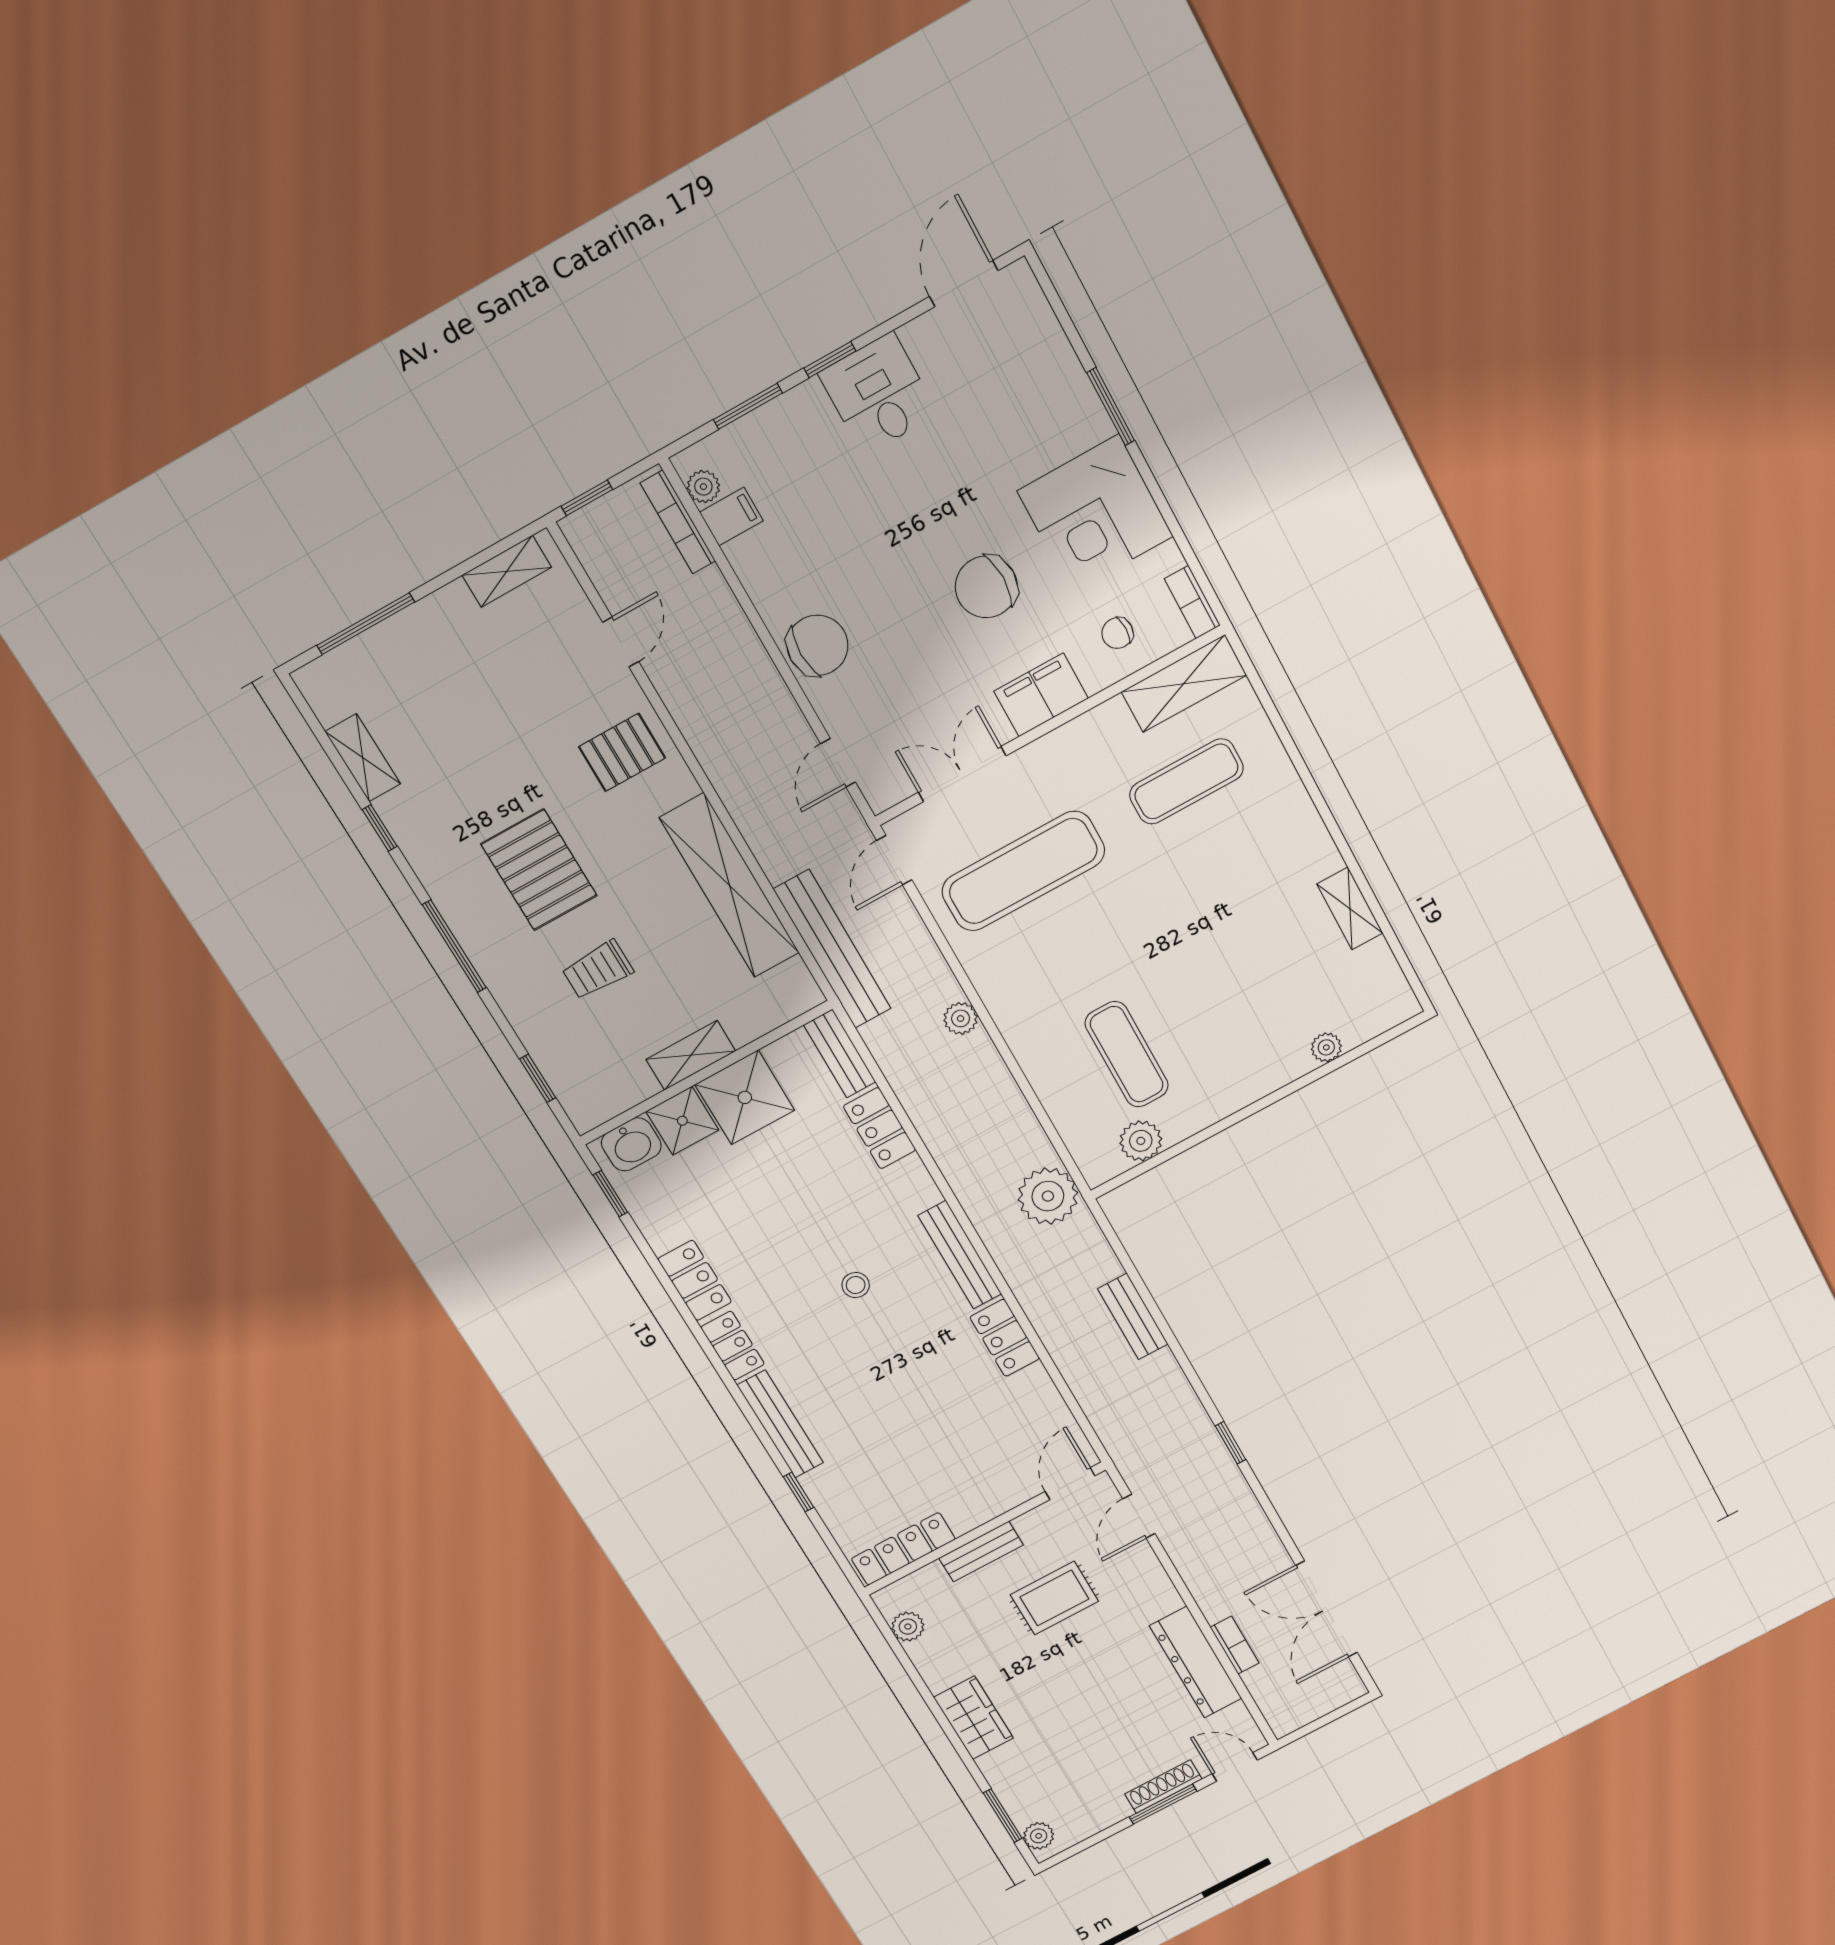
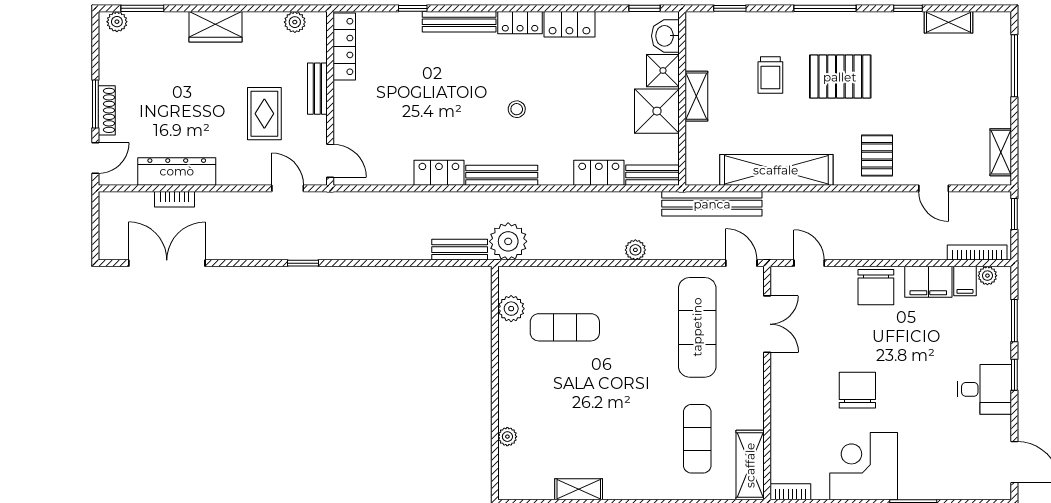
chair: (1117, 633) -> (796, 445), removed
filing cabinet: (1041, 695) -> (928, 282), moved, turned 90
trolley: (598, 970) -> (770, 75), turned 180
bench: (1133, 1316) -> (460, 250), moved

